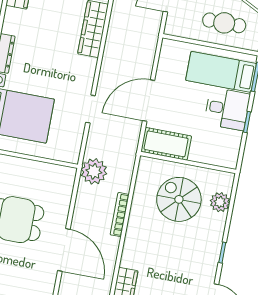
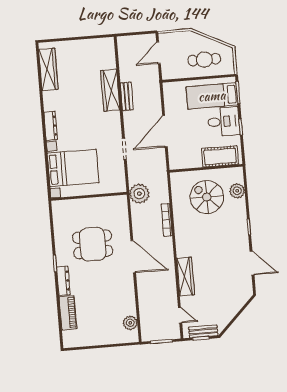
bench: (112, 43) -> (127, 96), added
cot: (166, 144) -> (220, 156), moved

